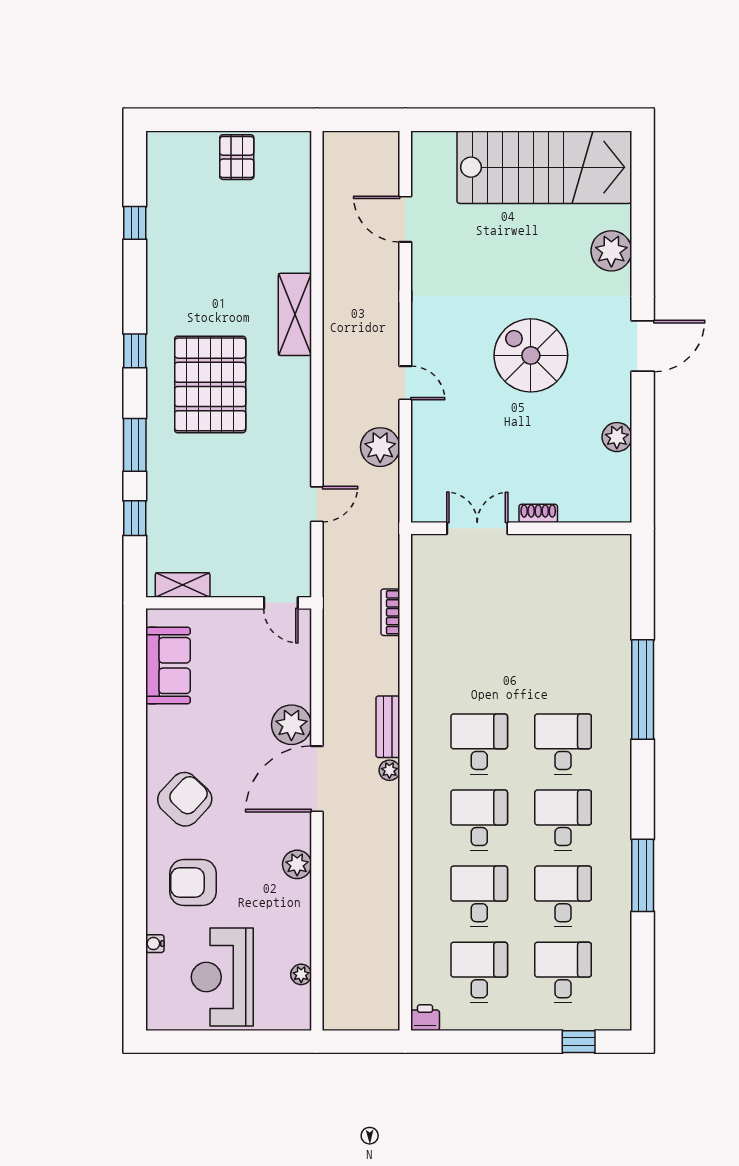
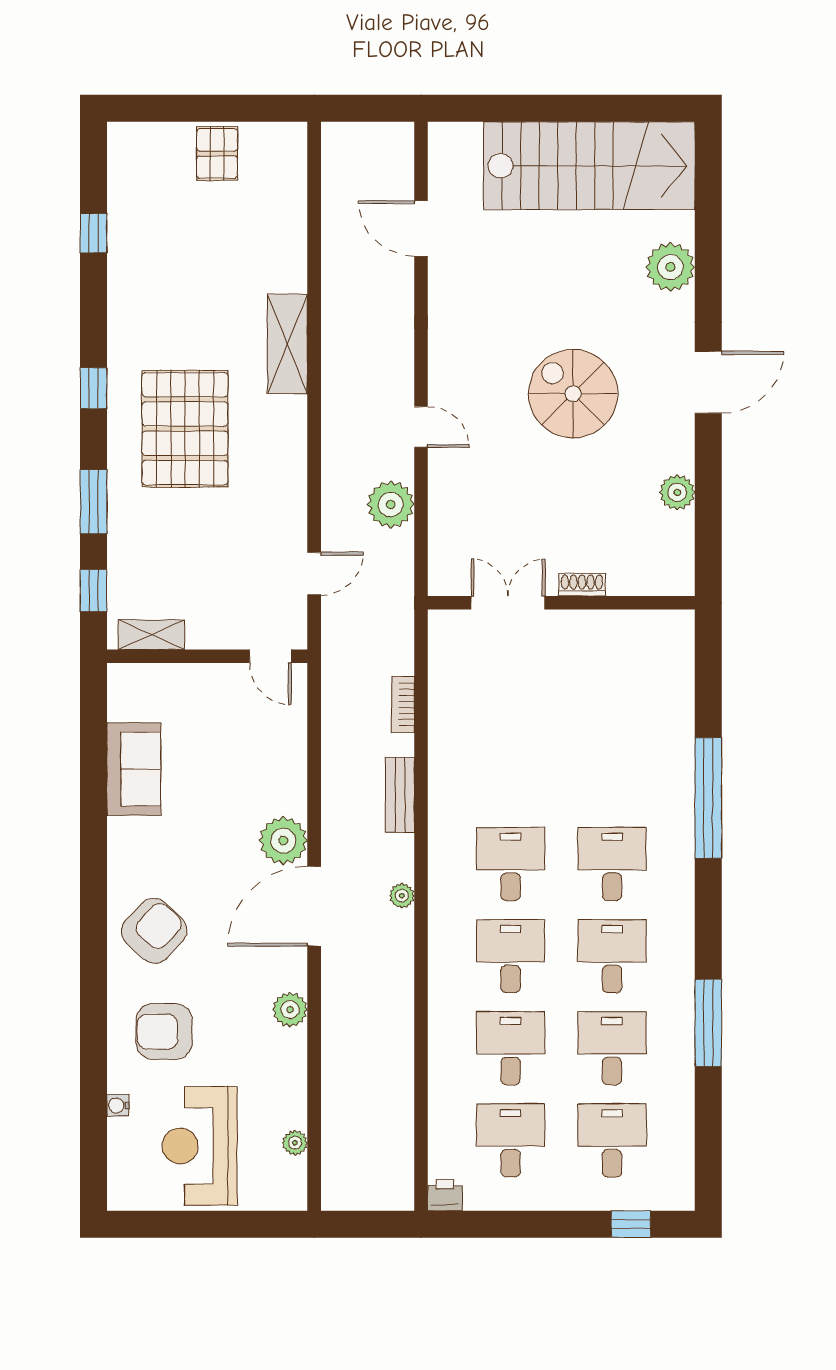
shelving: (183, 585) -> (152, 635), moved
wall: (229, 603) -> (207, 656), moved
door: (281, 603) -> (270, 656), moved
bench: (388, 727) -> (400, 795), moved

